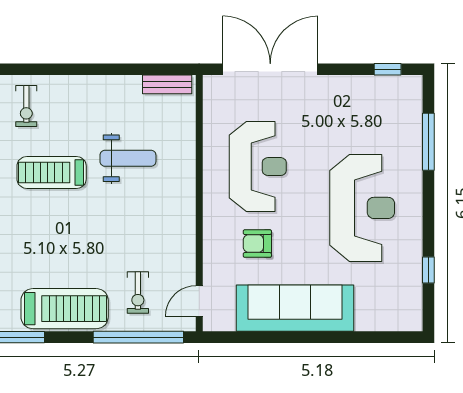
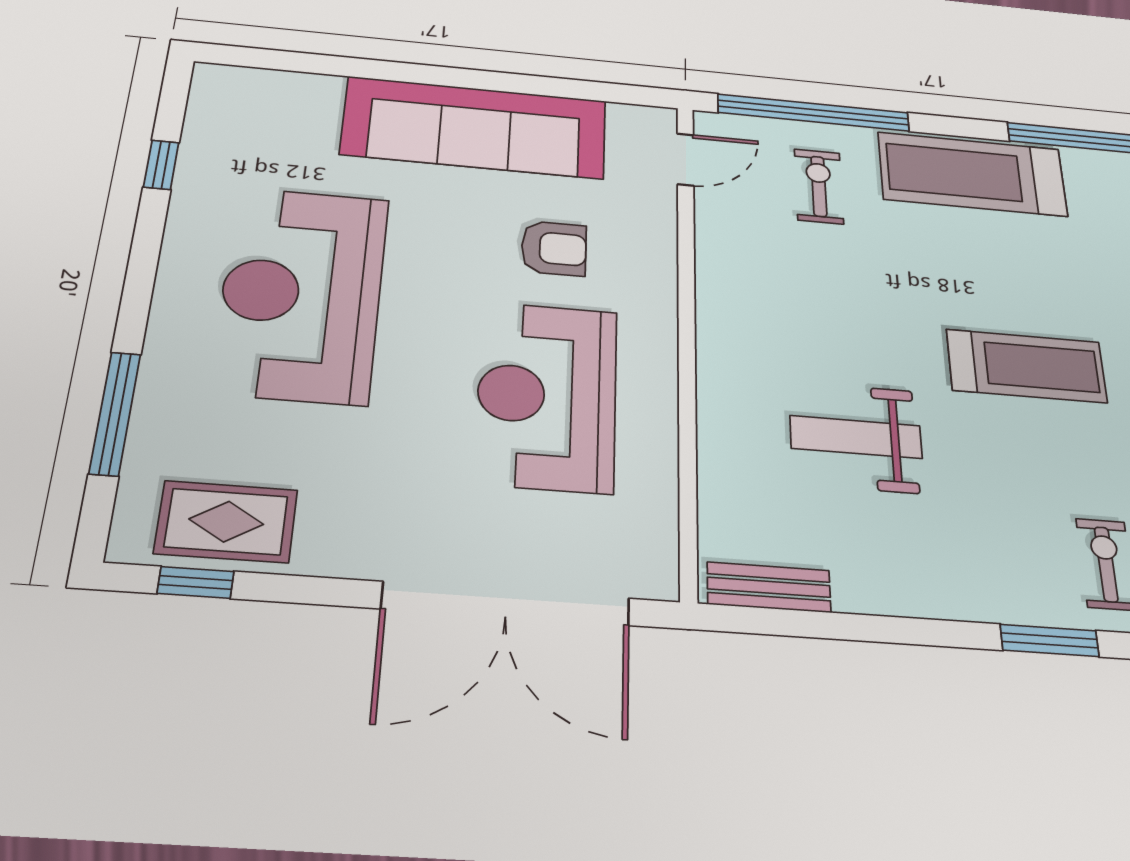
window: (54, 69) -> (1050, 640), added
rug: (380, 96) -> (226, 522), added
treadmill: (52, 172) -> (1026, 366), moved

